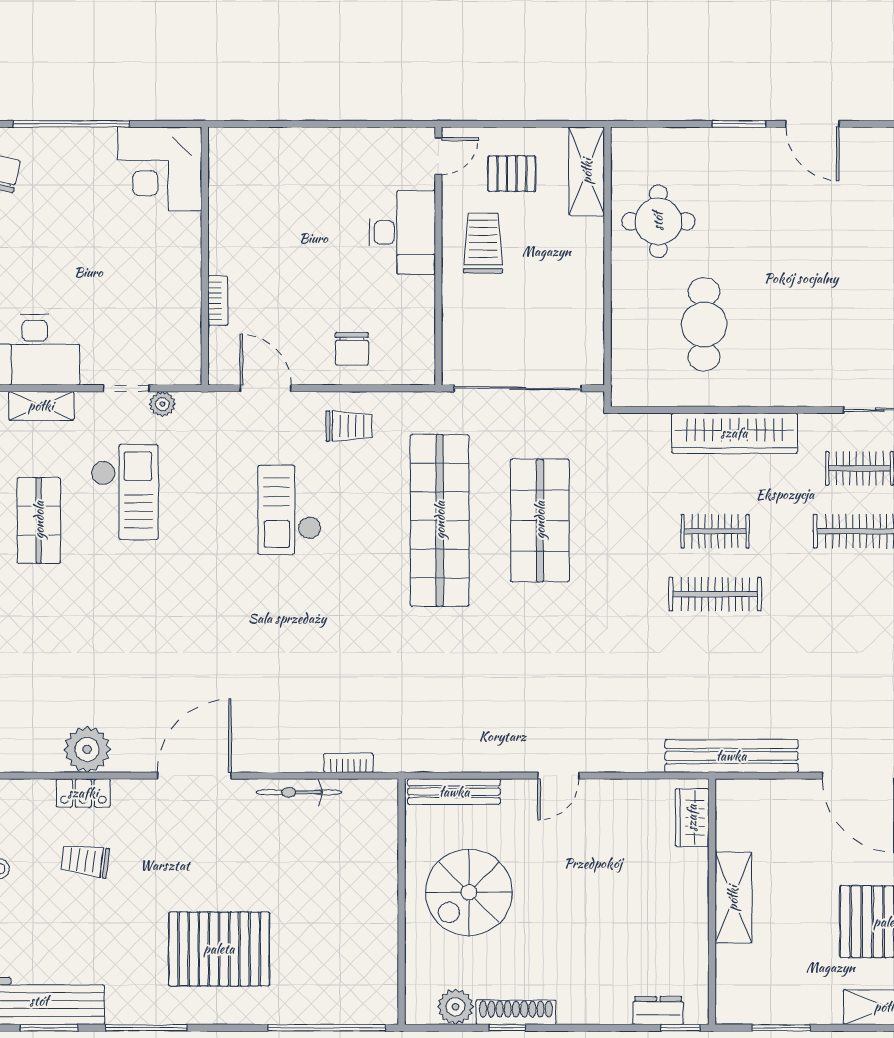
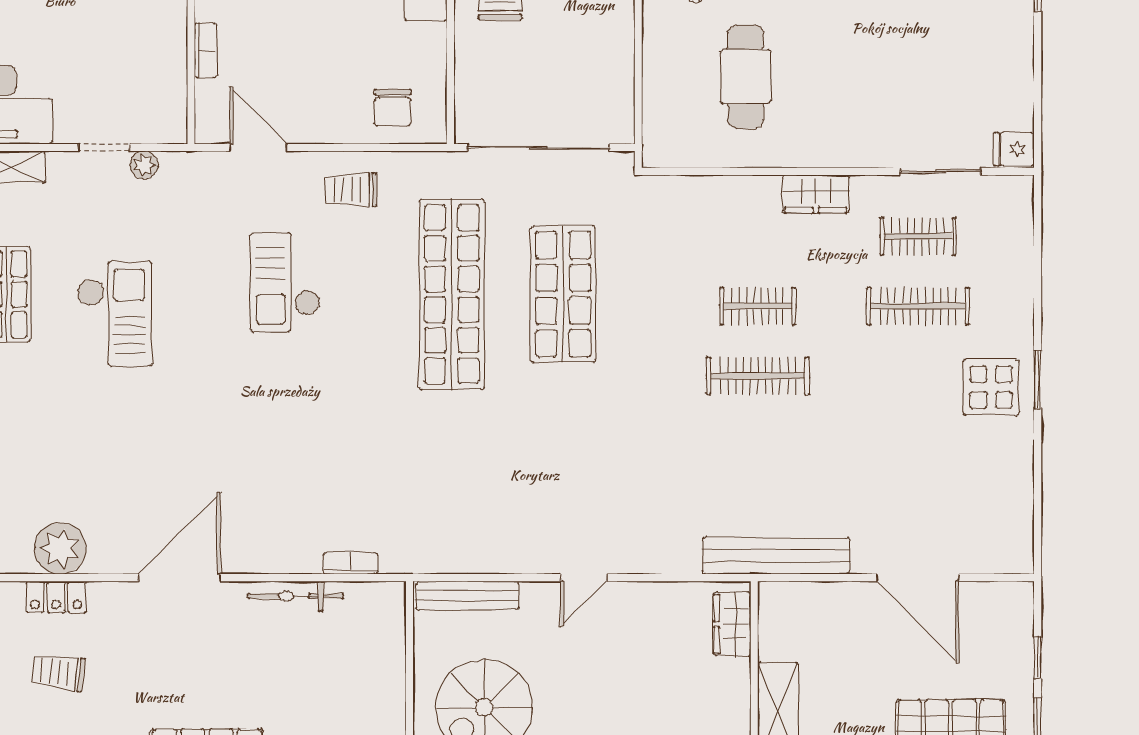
chair: (352, 349) -> (393, 107), moved
trolley: (349, 426) -> (351, 190), turned 180
wardrobe: (734, 433) -> (816, 194), width x0.48, depth x0.85
checkout: (125, 492) -> (114, 314), moved

